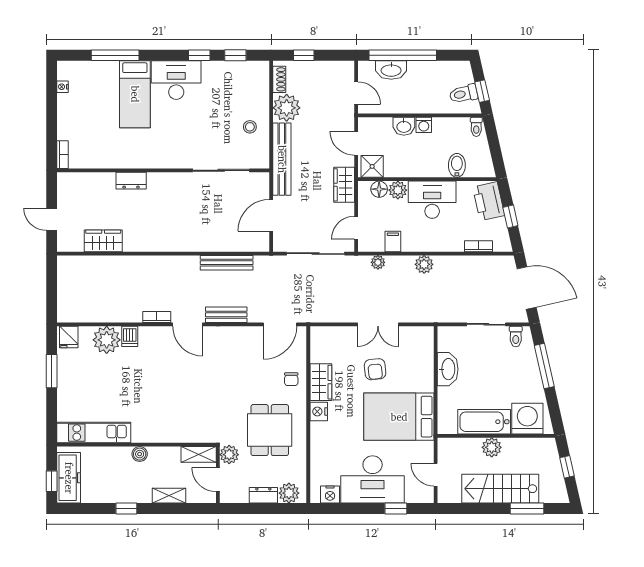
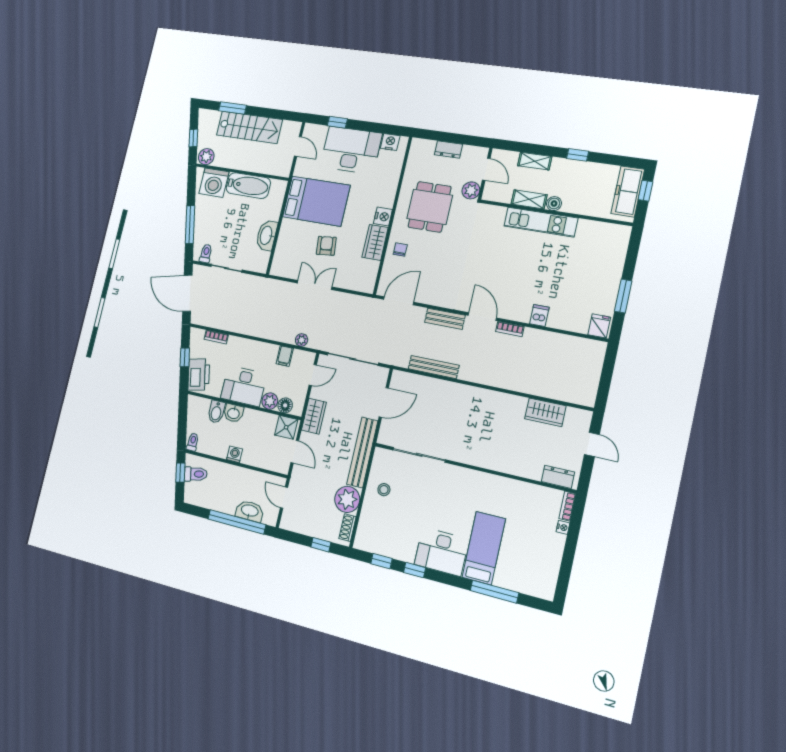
nightstand: (62, 87) -> (563, 527), moved
washbasin: (404, 126) -> (234, 413), moved, turned 180
dresser: (131, 181) -> (558, 477), moved
plant: (424, 264) -> (264, 330), removed
plant: (107, 340) -> (562, 316), removed
kitchen unit: (94, 433) -> (541, 222), moved
plant: (492, 447) -> (206, 157), moved
shelving: (199, 454) -> (529, 199), moved
plant: (289, 493) -> (425, 148), removed

